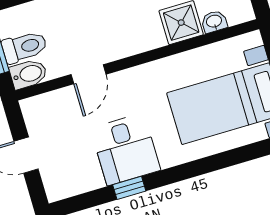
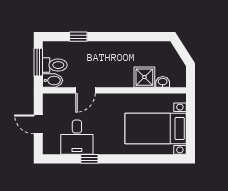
desk: (125, 149) -> (77, 137), moved

